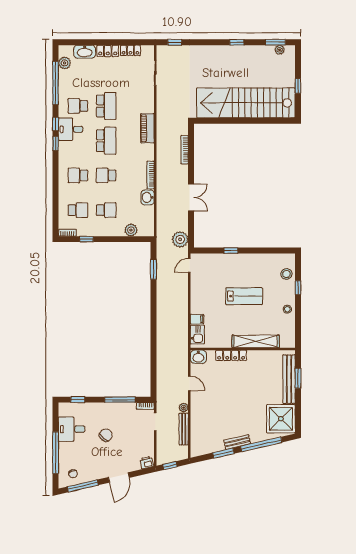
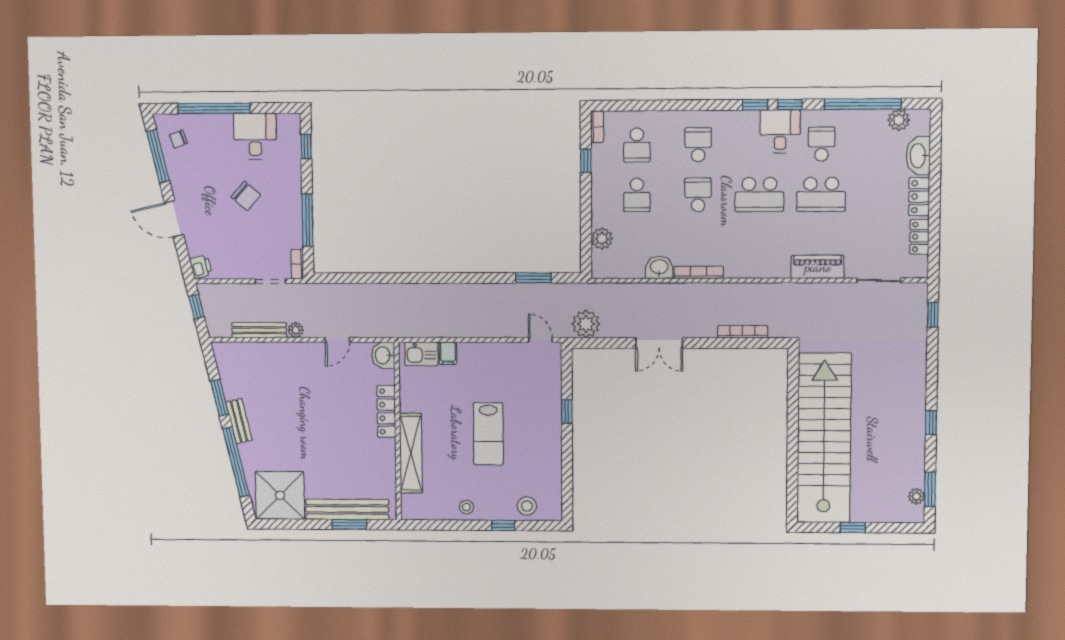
piano: (147, 128) -> (818, 267), moved

